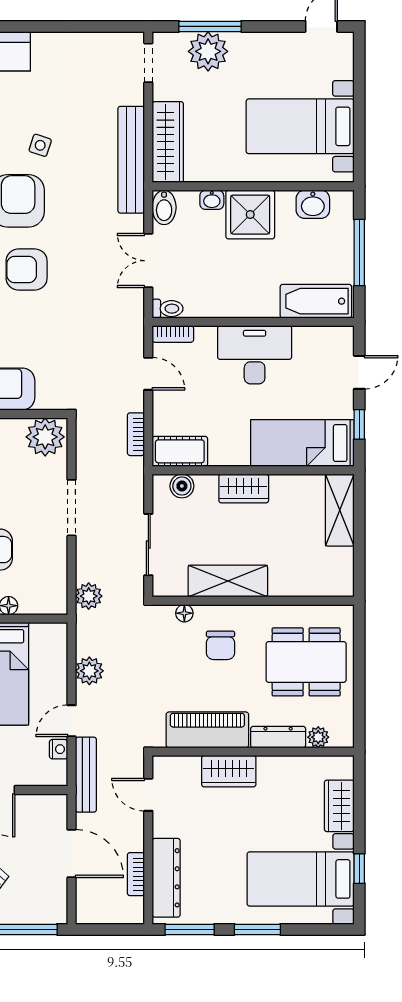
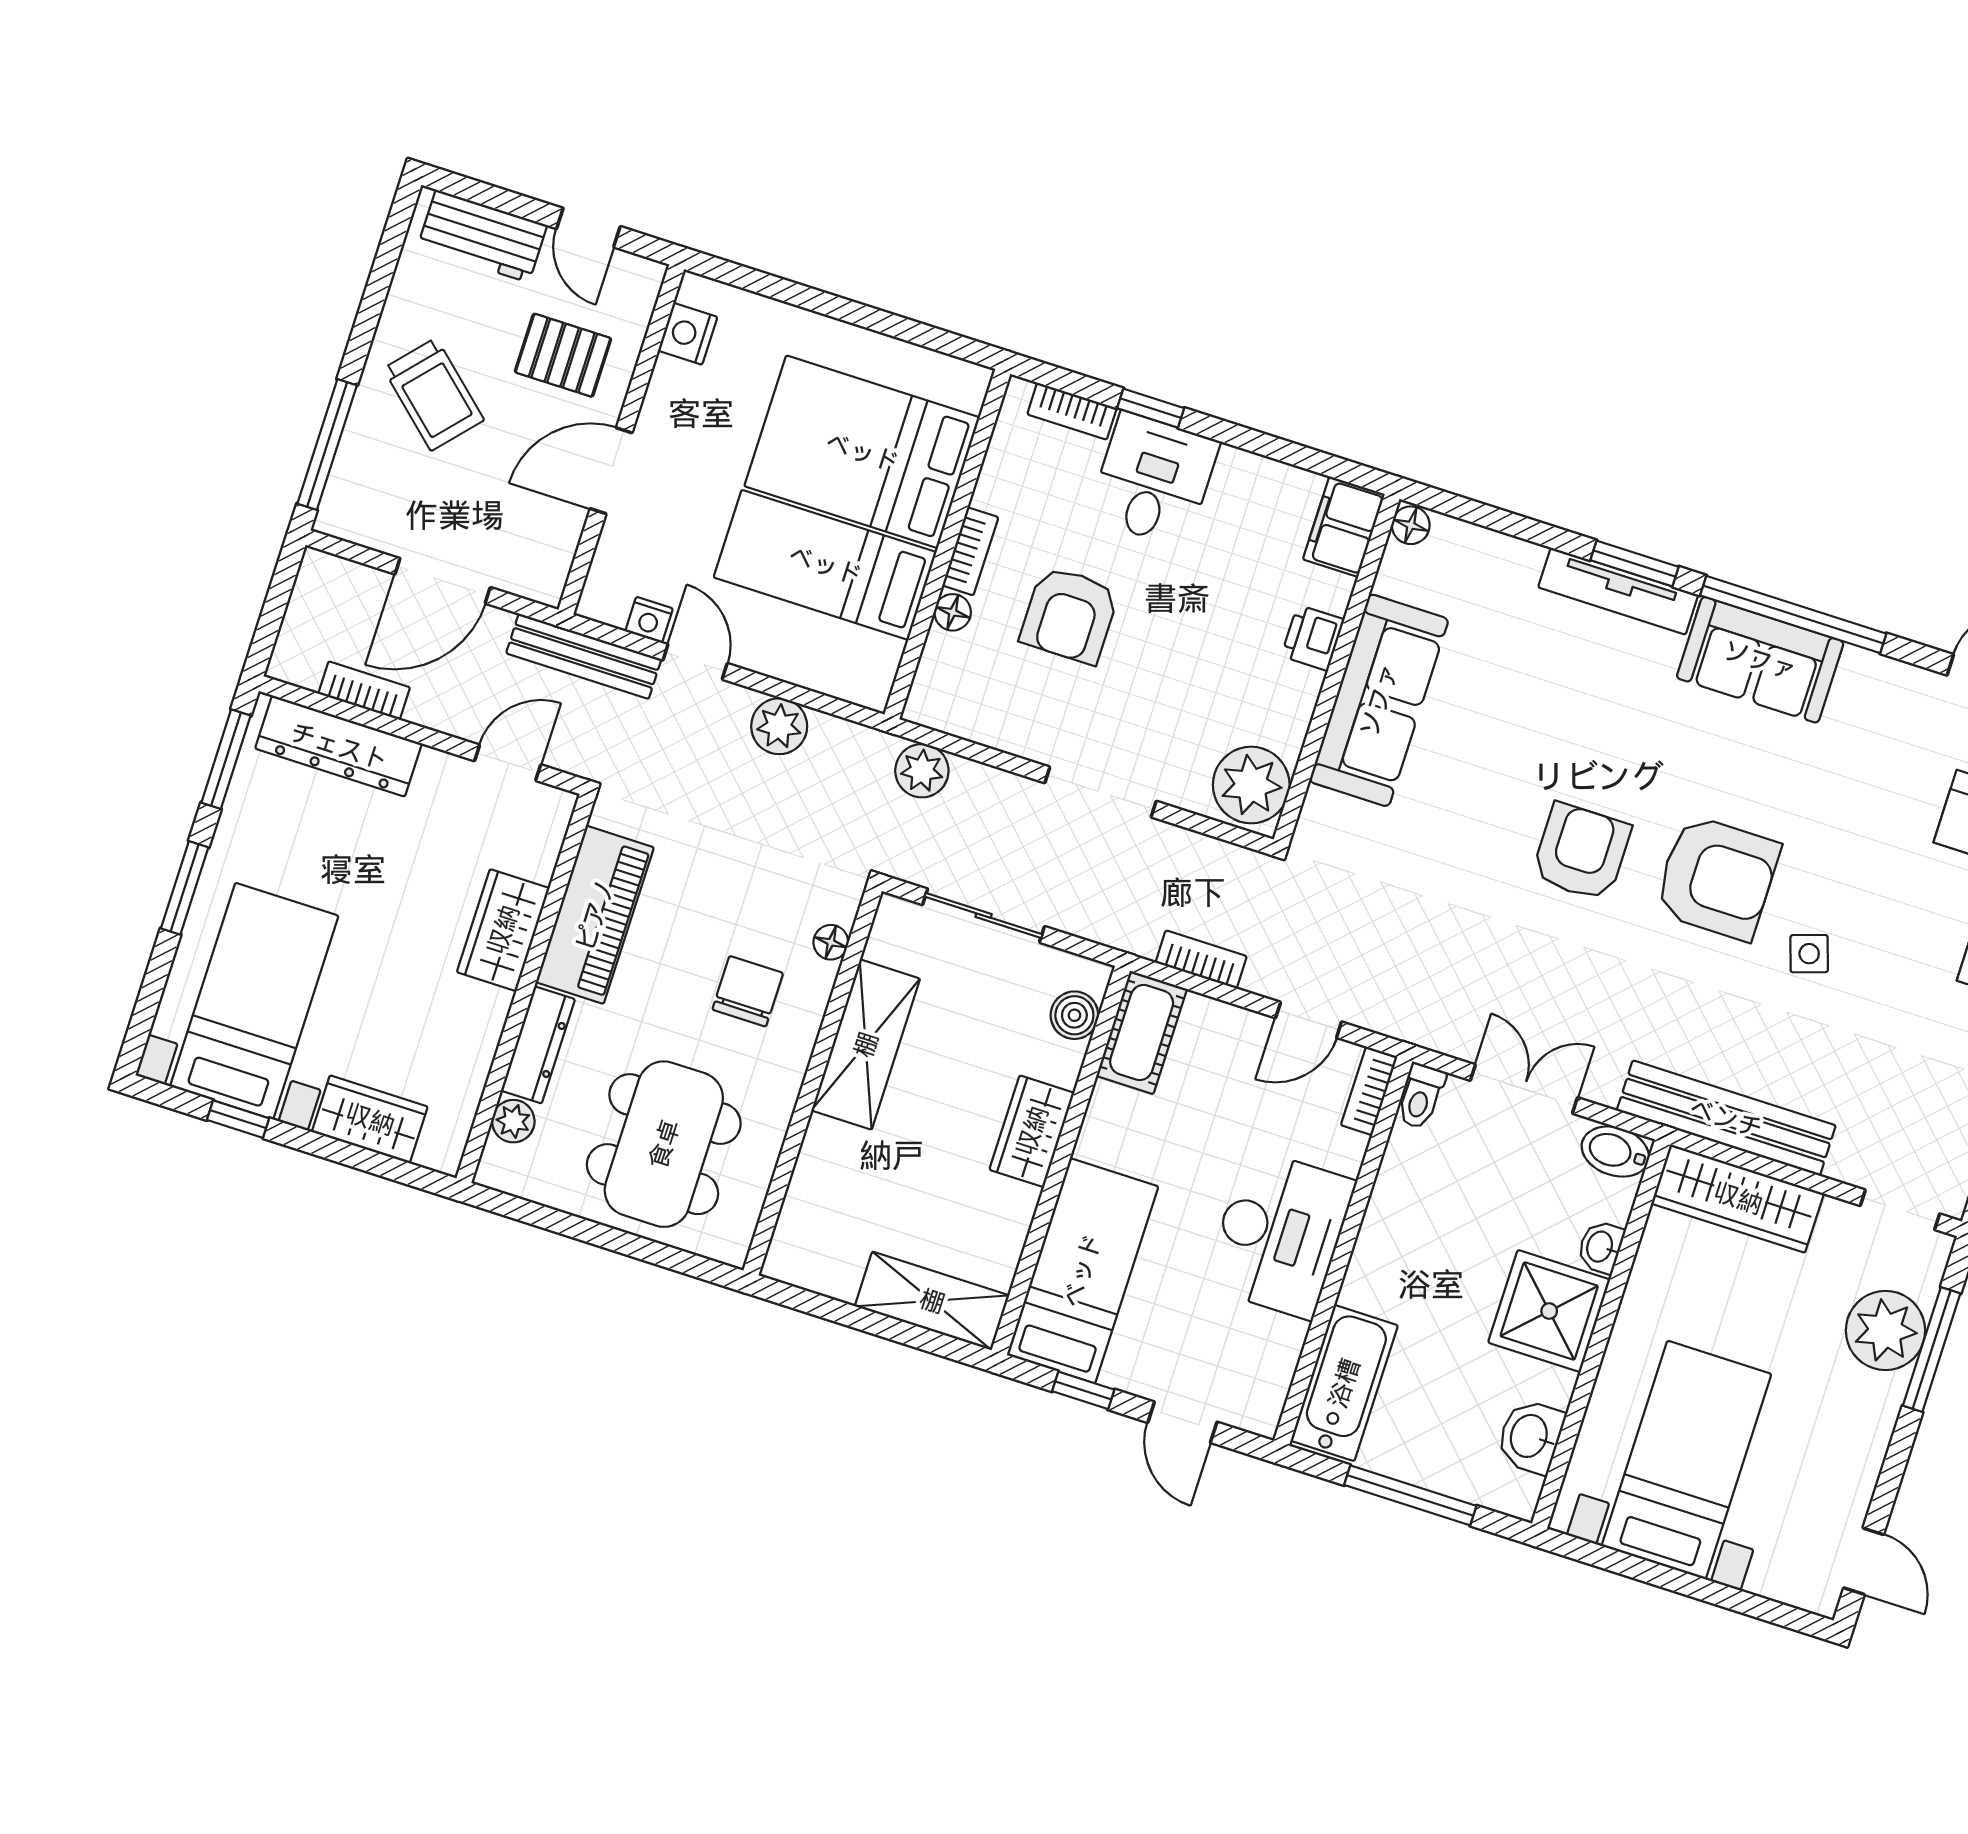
side table: (40, 145) -> (1809, 954), turned -36
chair: (220, 645) -> (748, 991), turned 90

